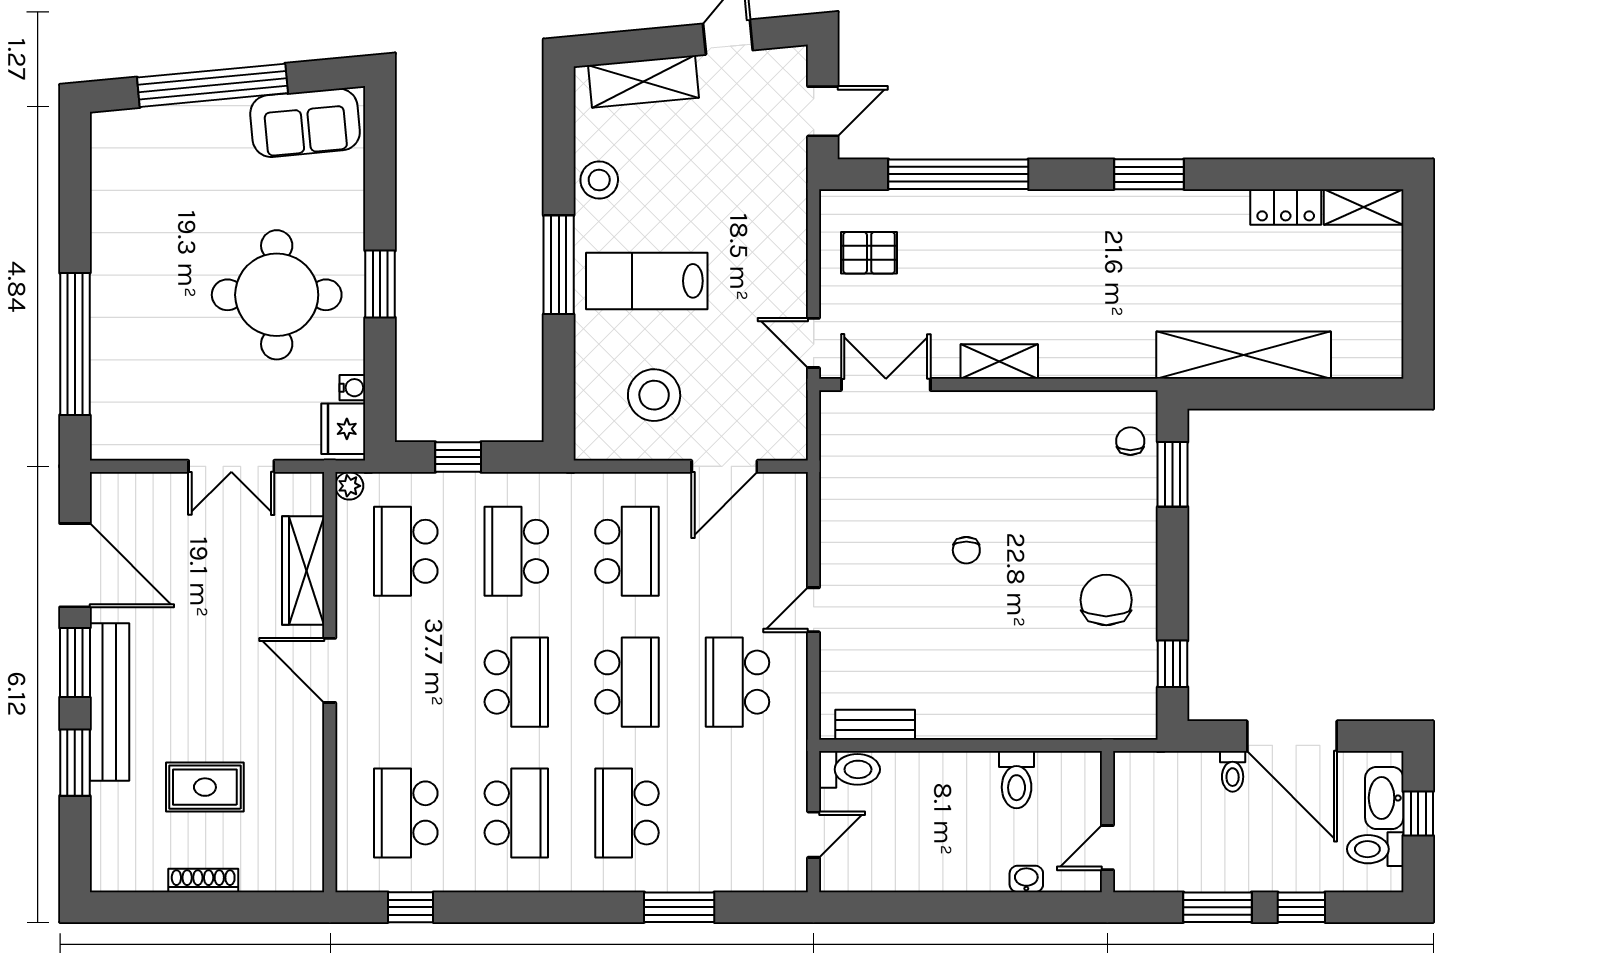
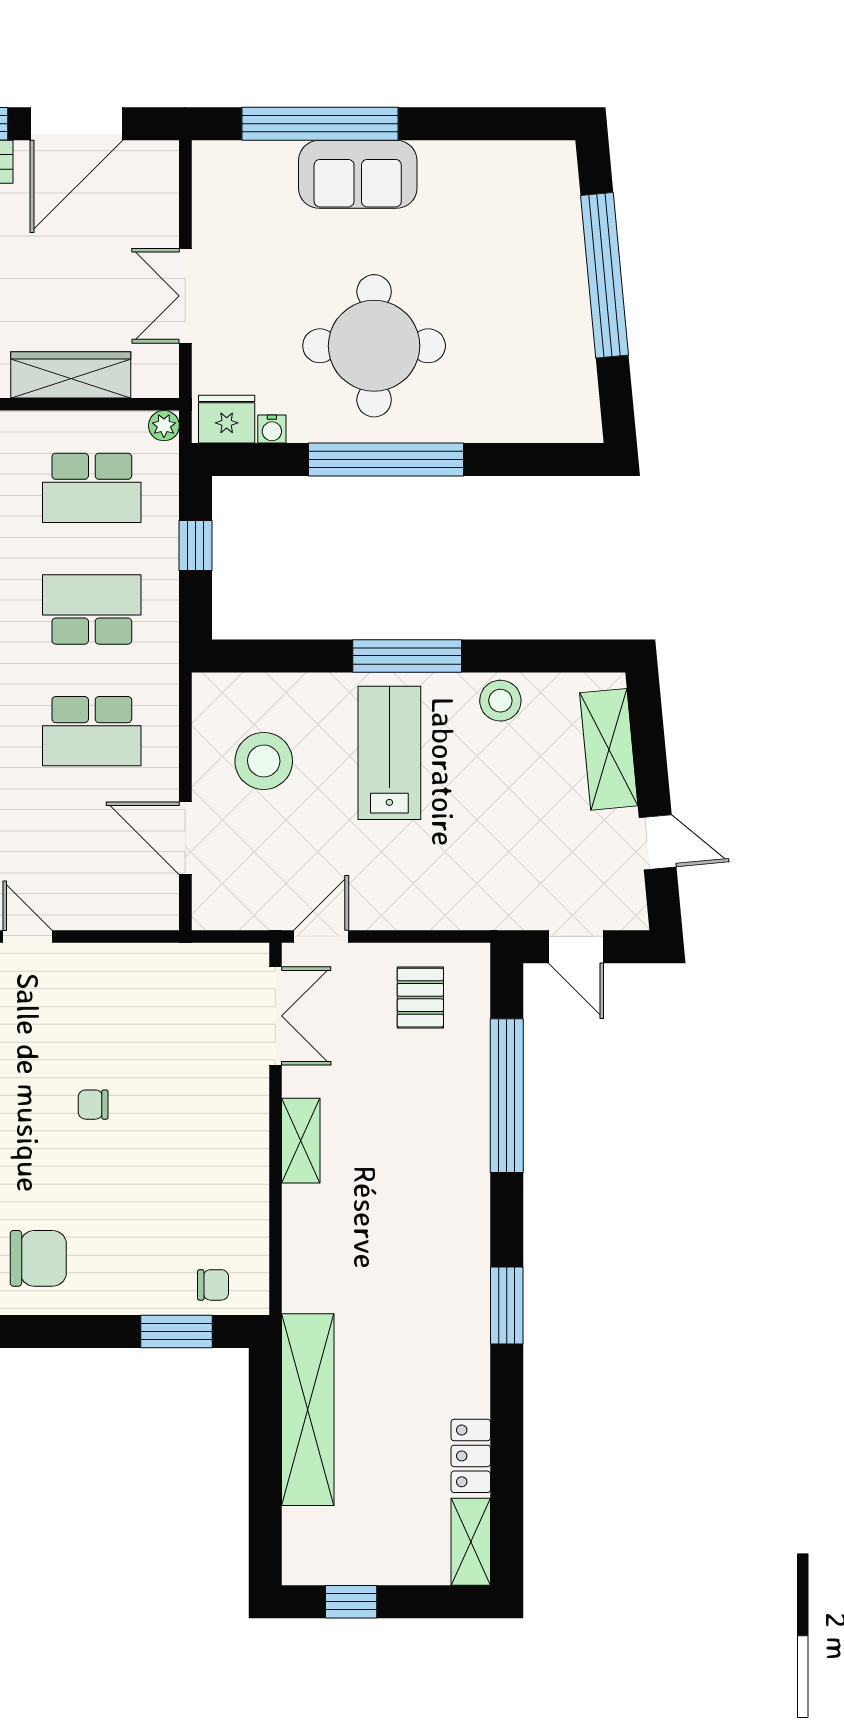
sofa: (305, 123) -> (358, 174), moved, turned -85
window: (380, 284) -> (386, 459), width x2.11
window: (1418, 316) -> (351, 1602), added
school desk: (406, 551) -> (92, 488), turned 180

